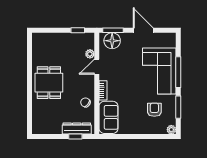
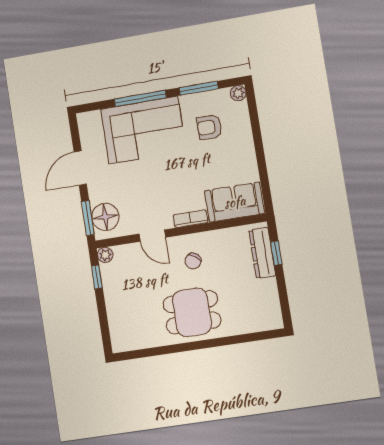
plant: (90, 54) -> (105, 255), moved
chair: (85, 102) -> (193, 261), moved

